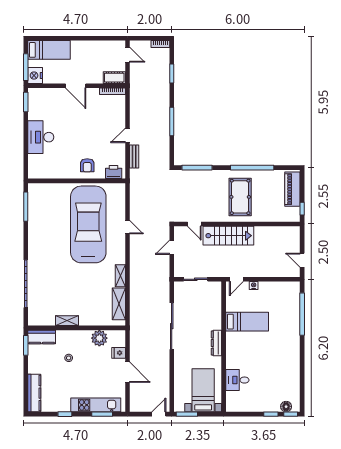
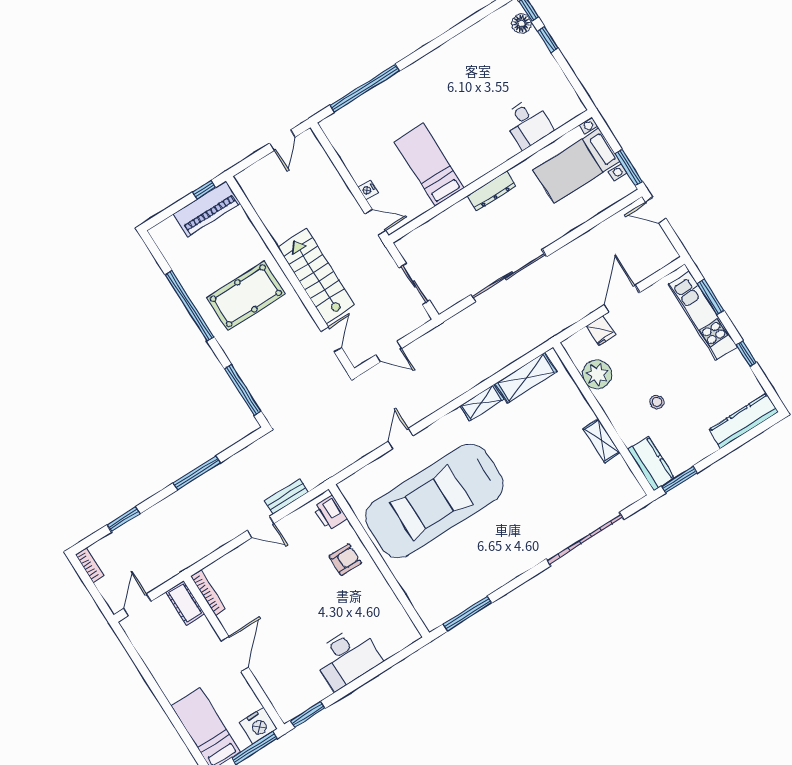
piano: (292, 189) -> (207, 209), moved

